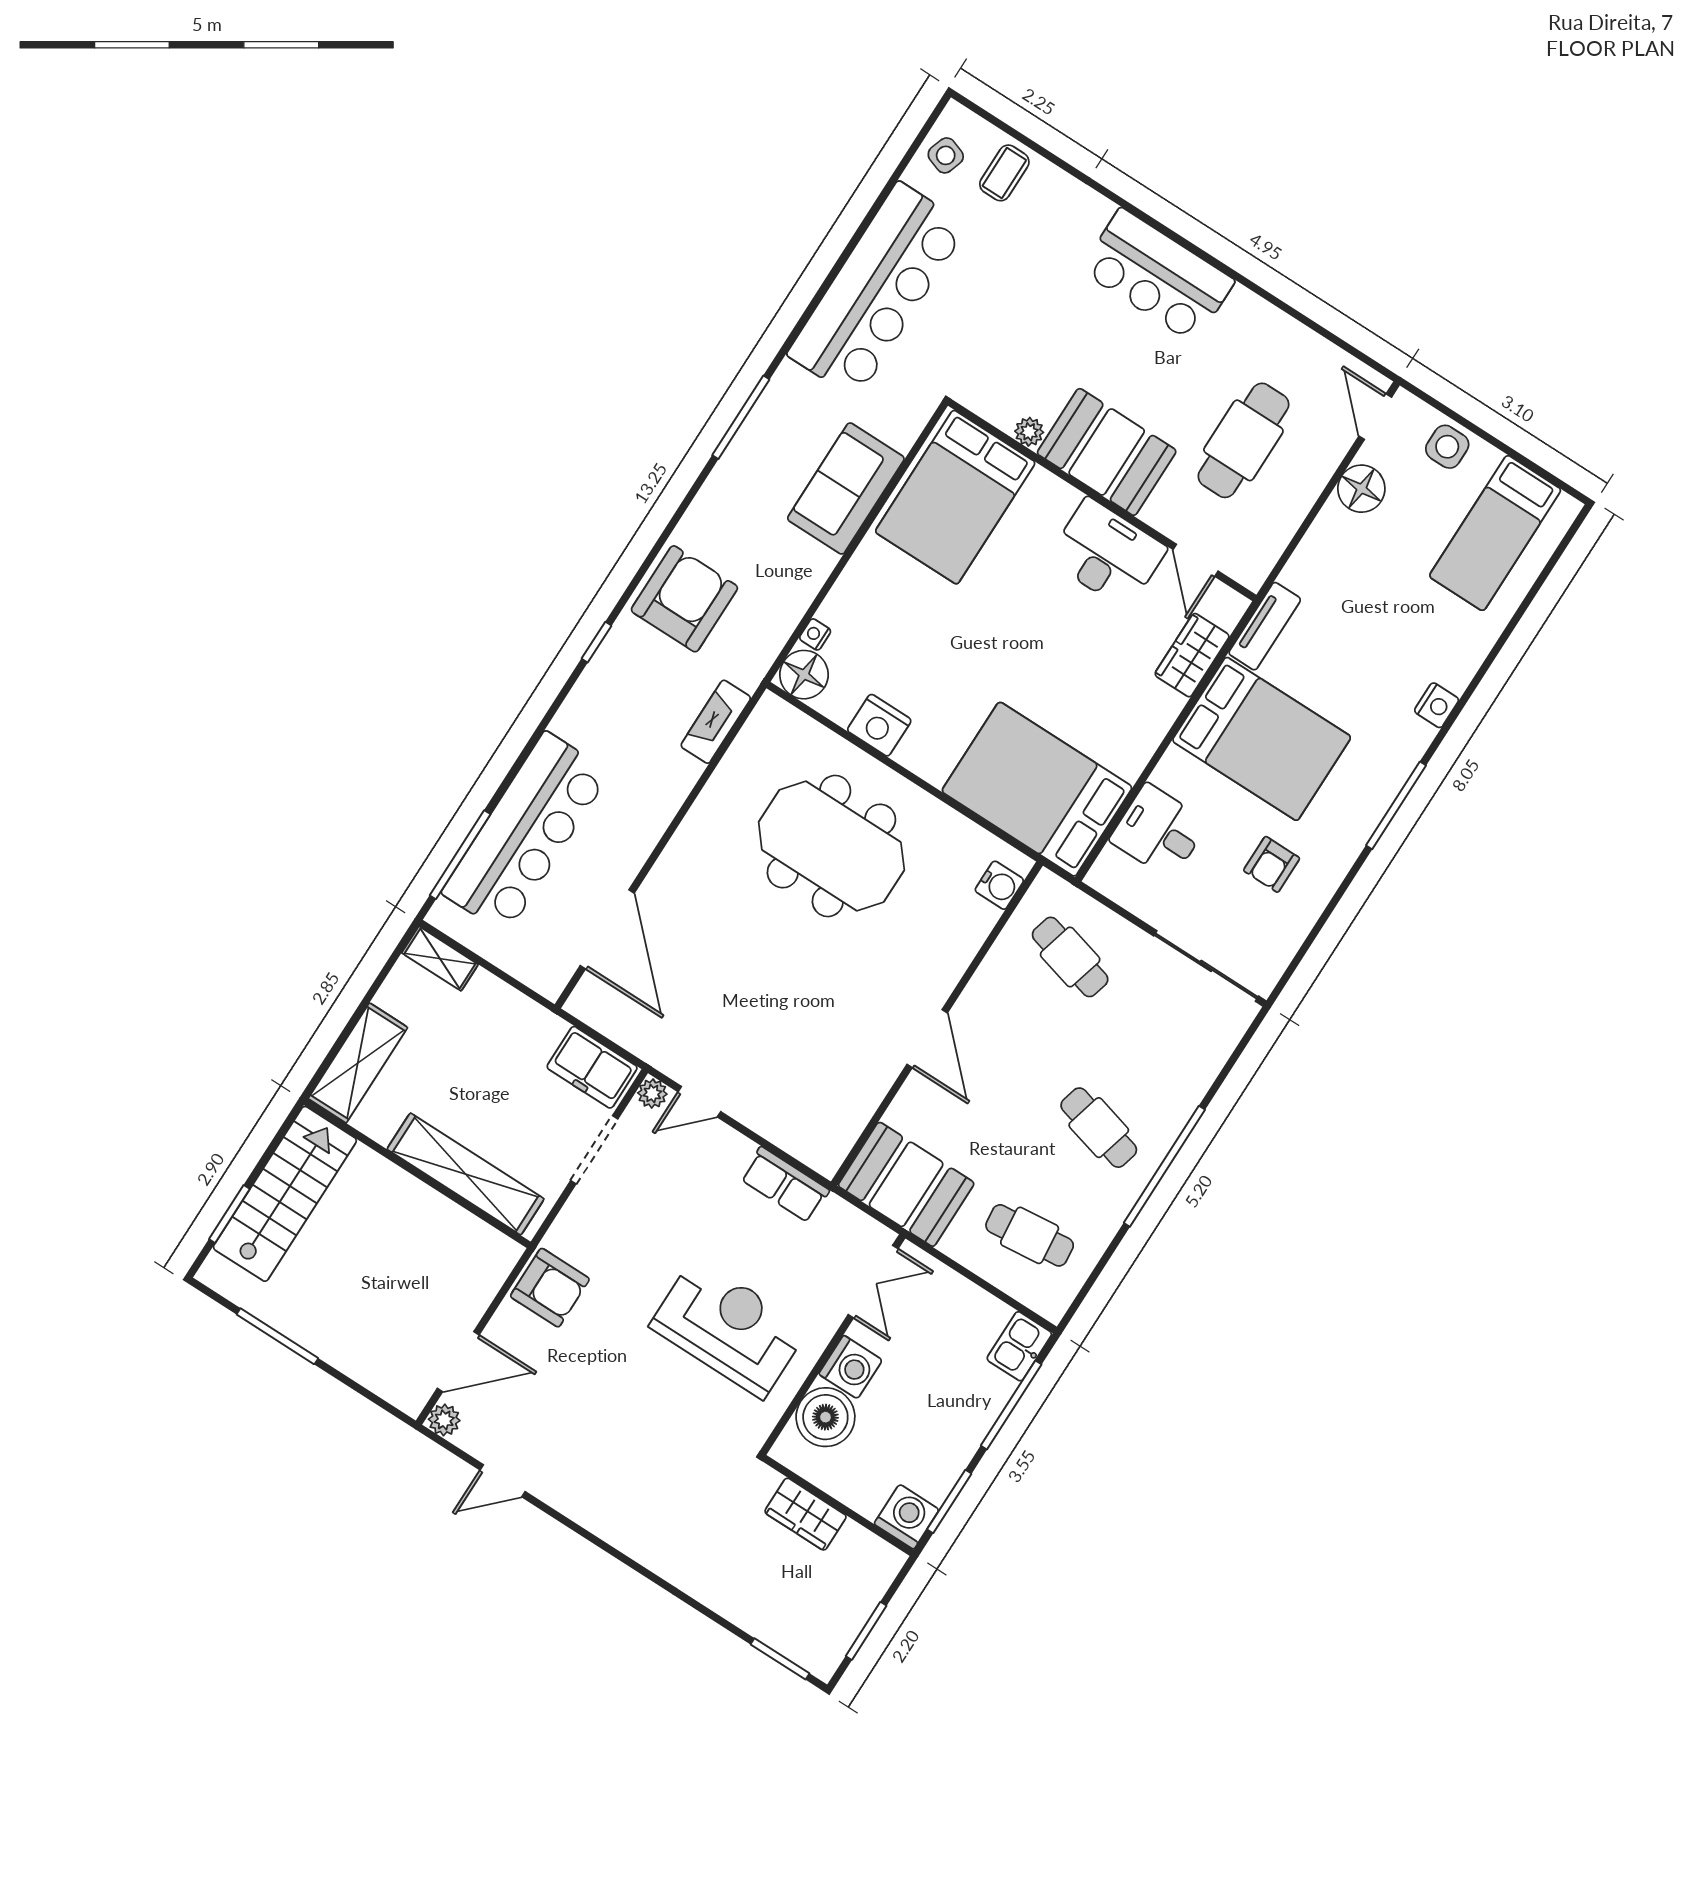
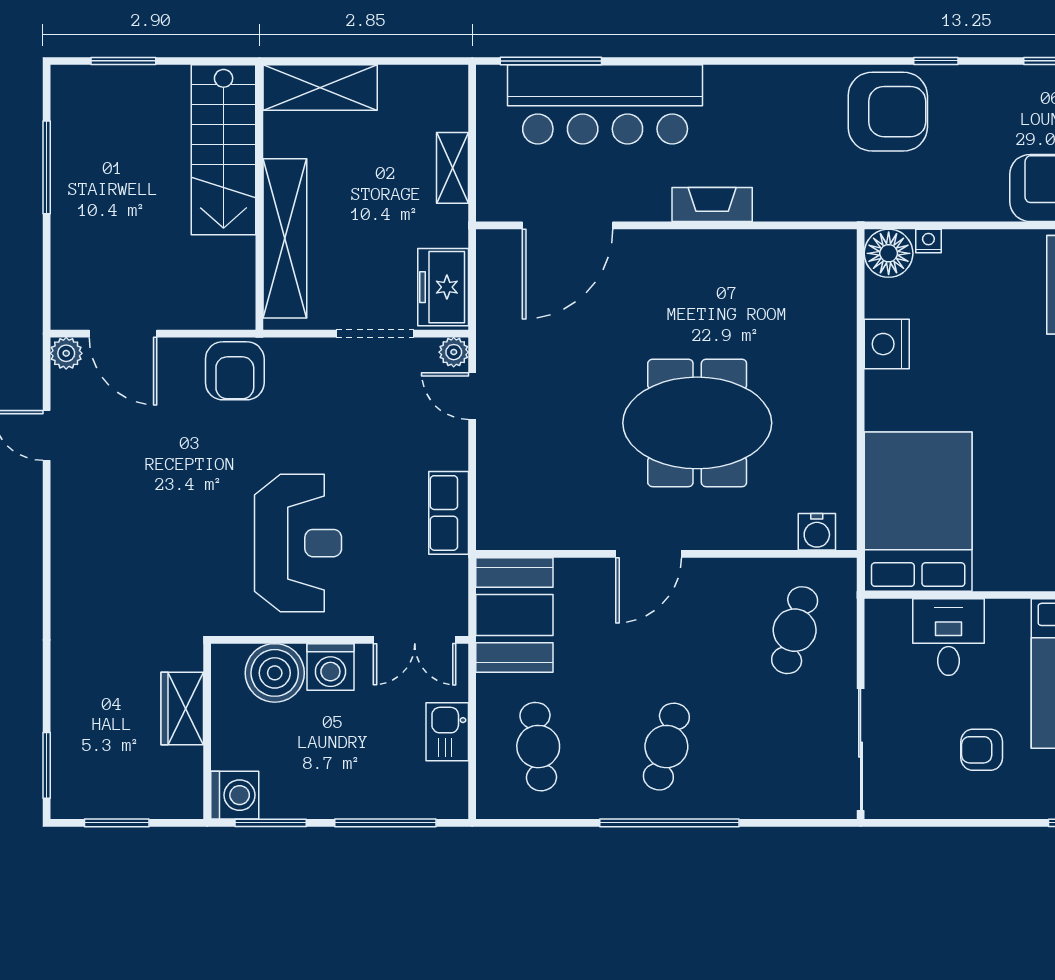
window: (597, 642) -> (936, 61), moved
fireplace: (716, 722) -> (712, 204), moved
meeting table: (831, 846) -> (697, 423), moved, turned 90
shelving: (440, 959) -> (453, 168), moved
stairs: (285, 1194) -> (224, 150), moved, turned 90
kitchen sink: (1019, 1346) -> (447, 732), moved, turned -90

